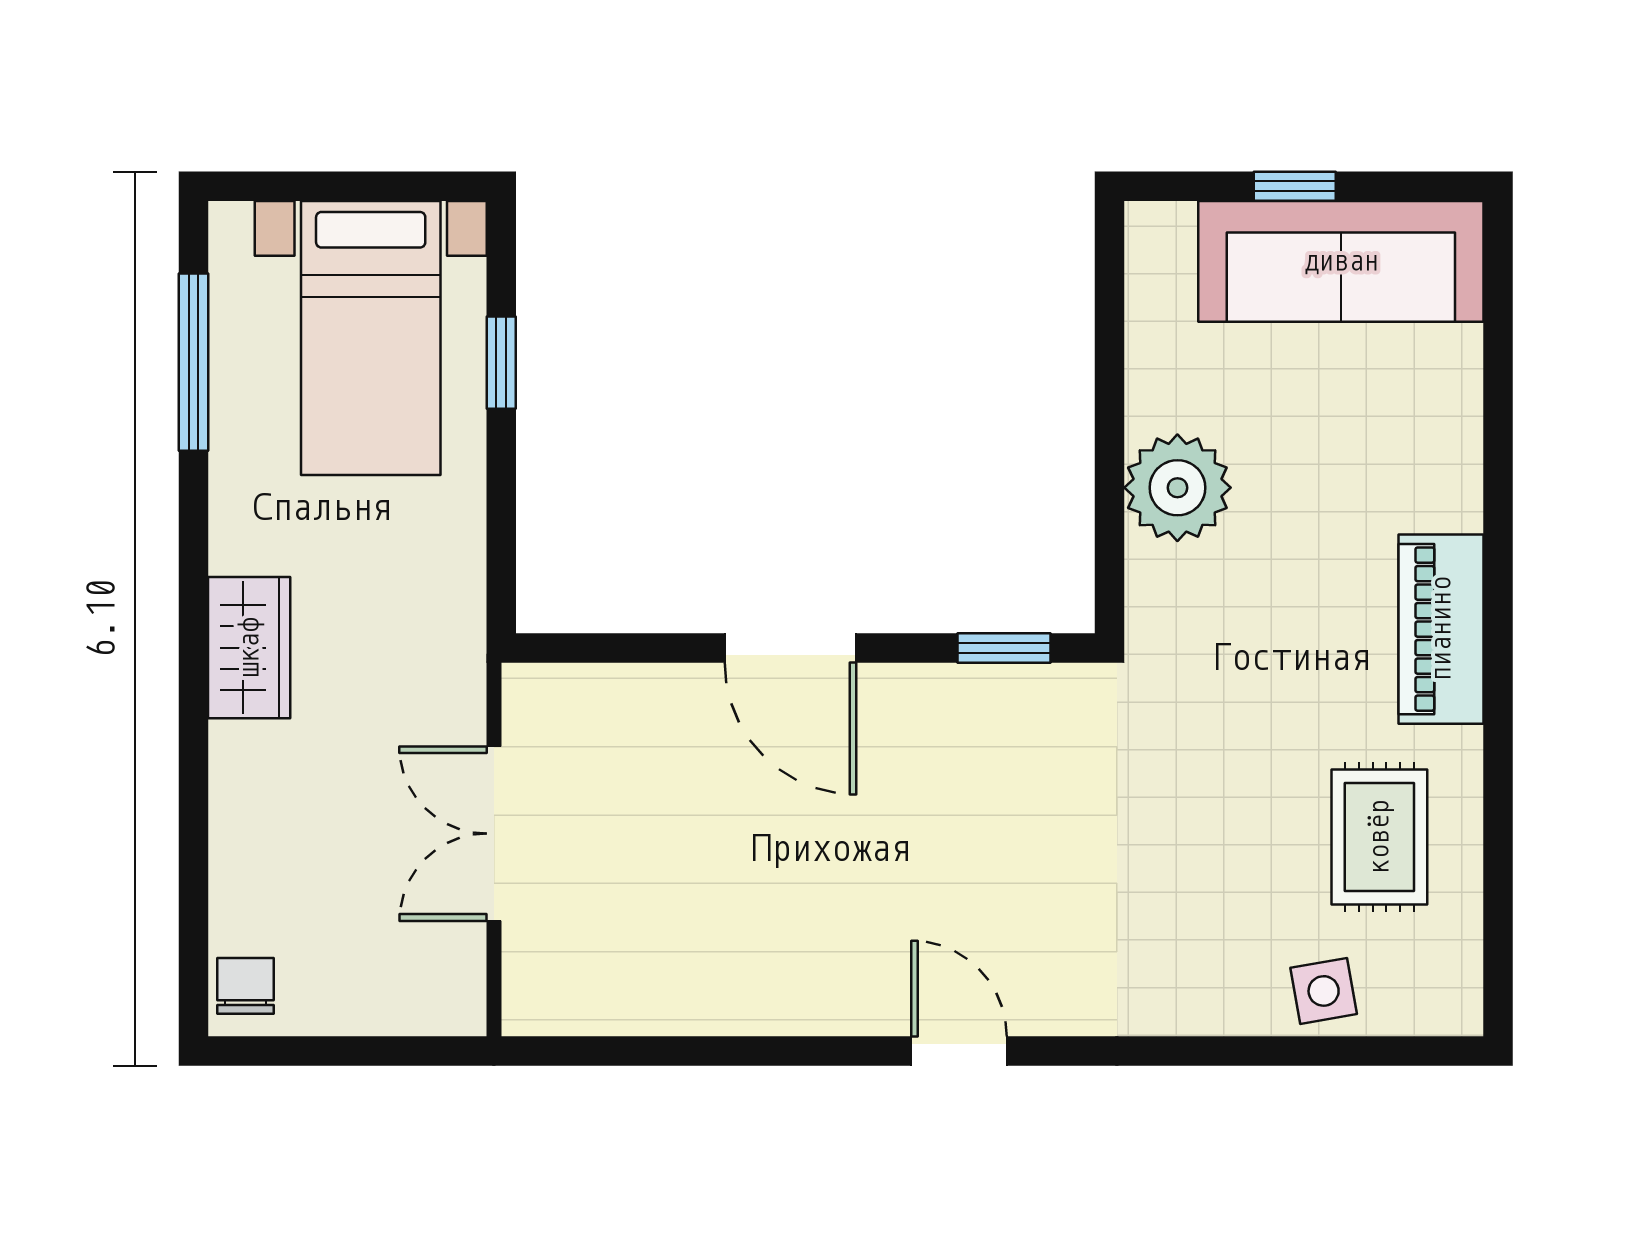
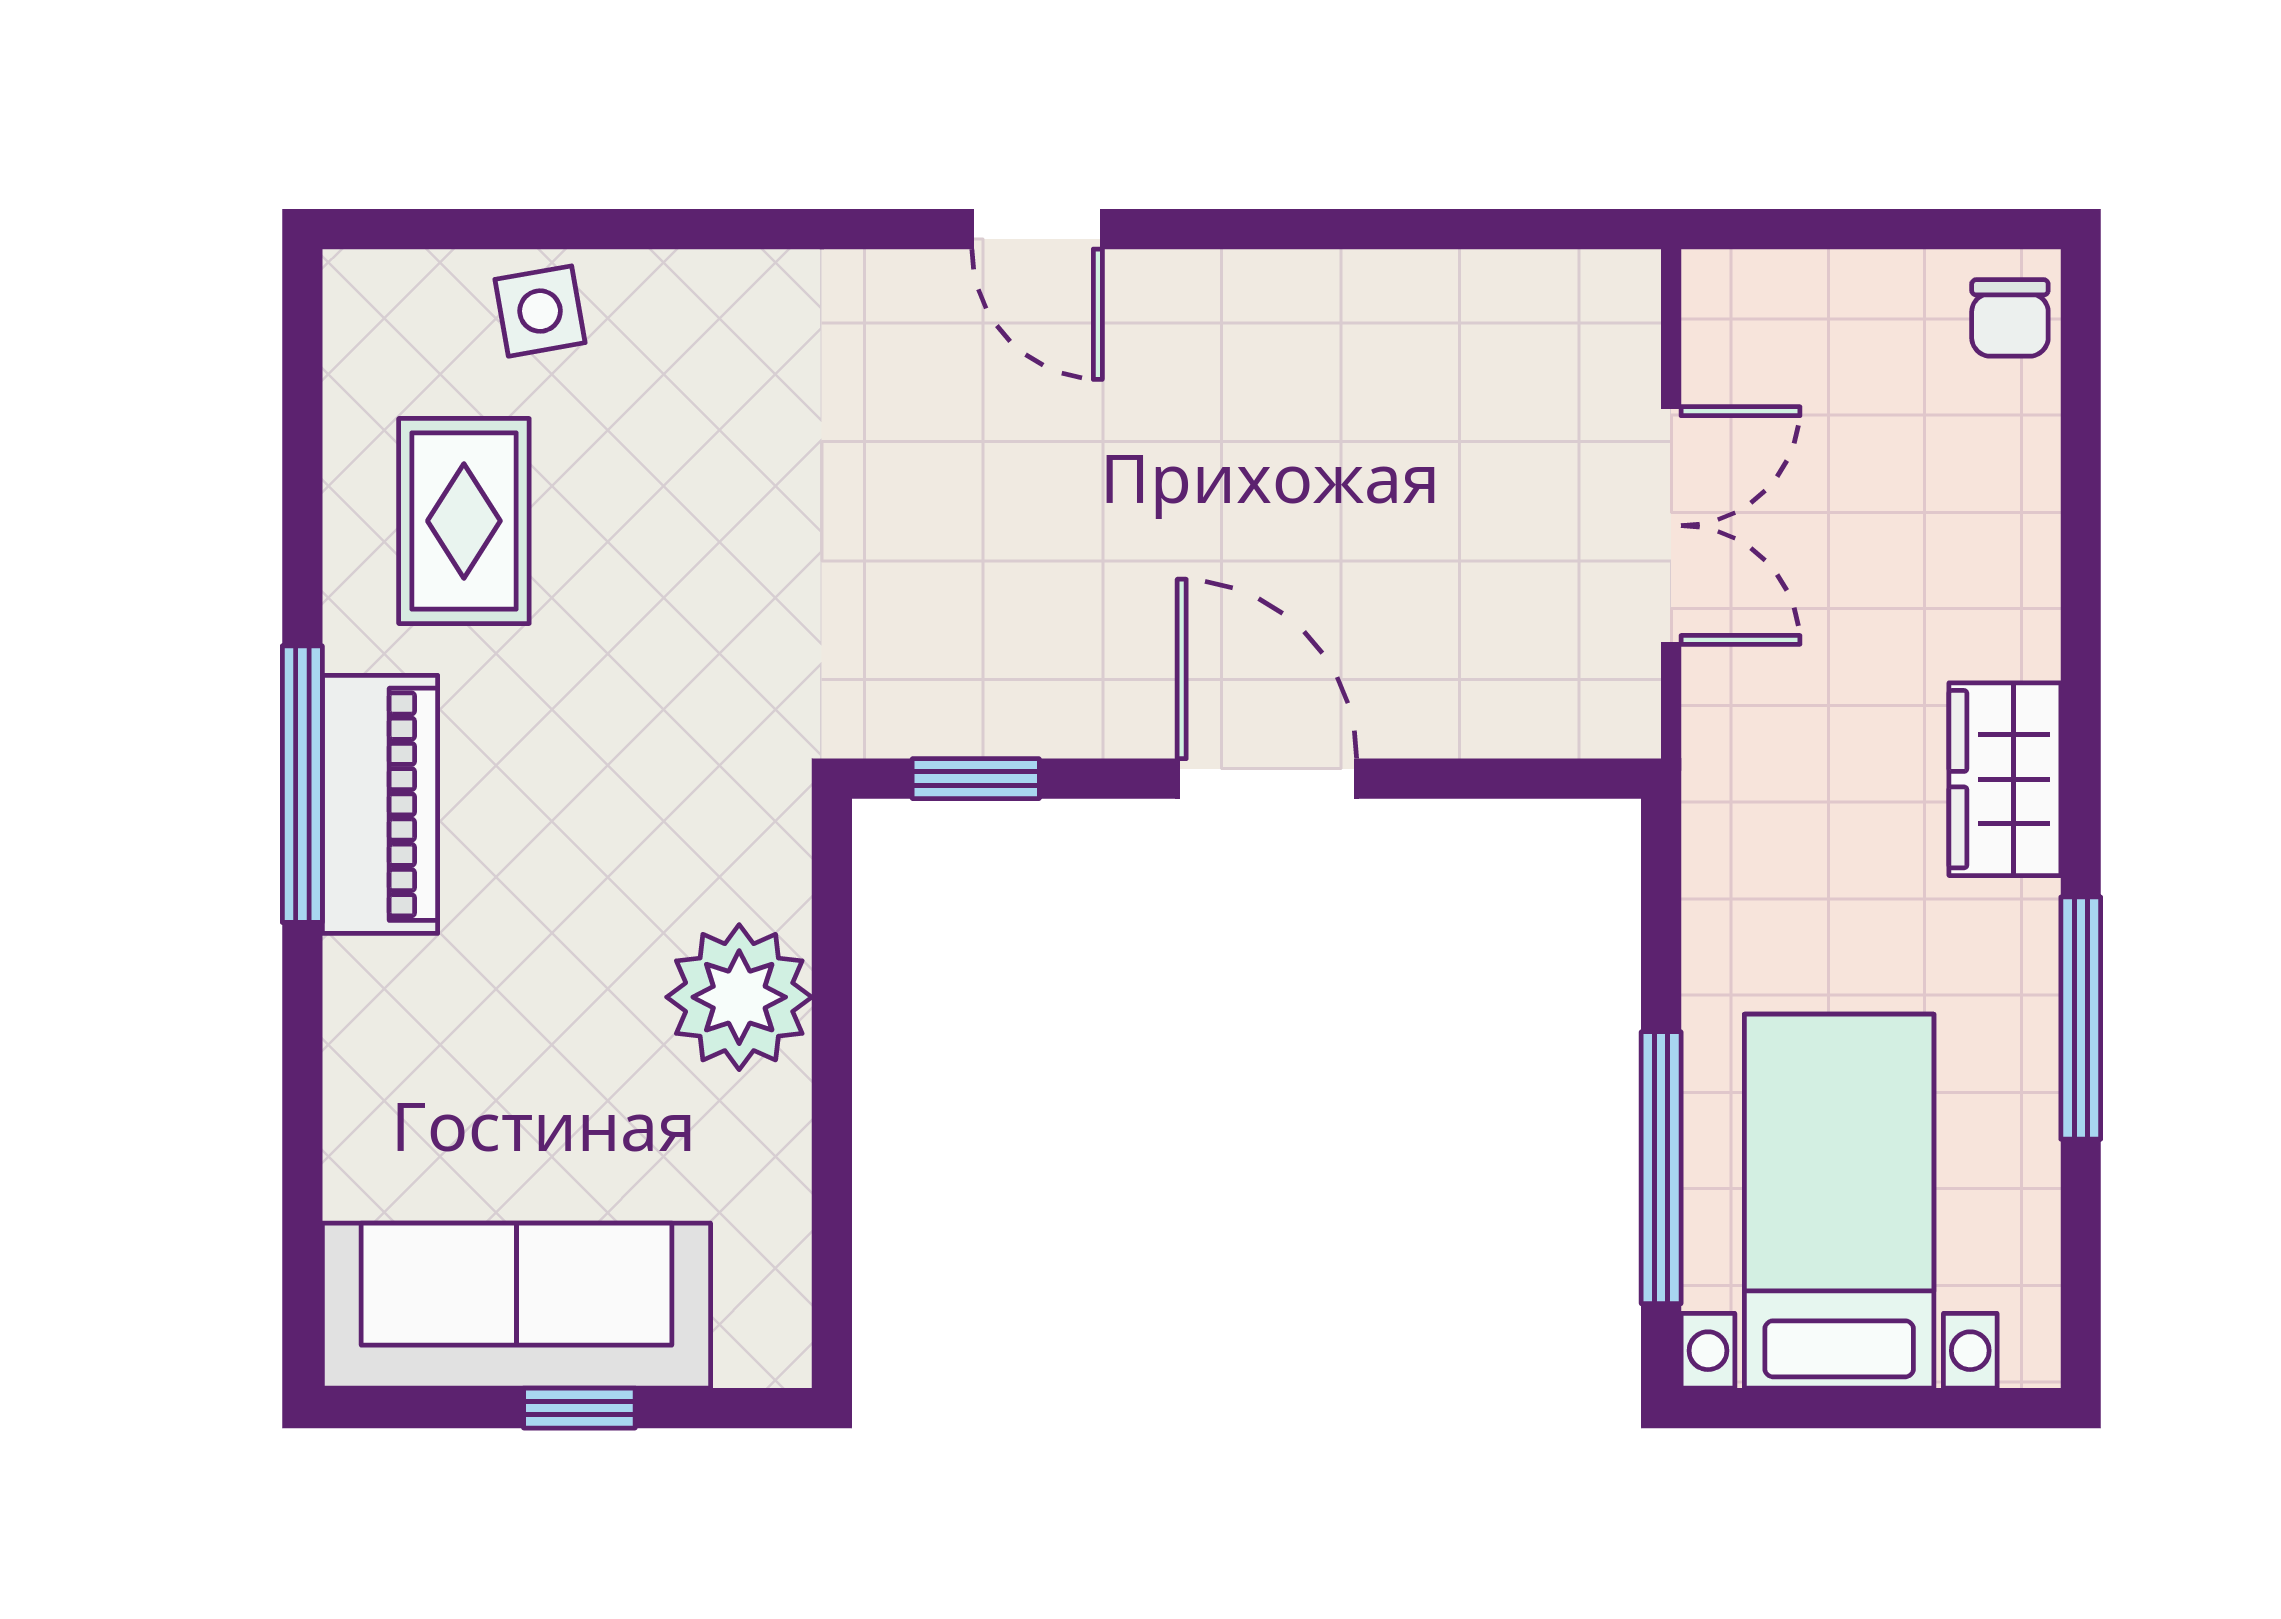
window: (193, 362) -> (2081, 1018), moved
window: (501, 363) -> (1661, 1168), width x2.17
window: (1498, 644) -> (302, 784), added

